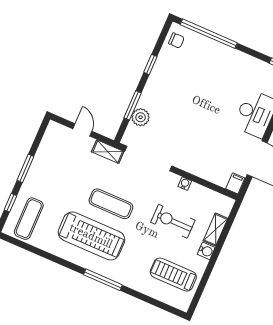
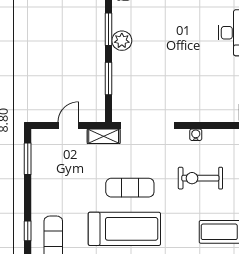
window: (150, 64) -> (109, 29), width x1.50
plant: (141, 117) -> (122, 41), moved
door: (82, 130) -> (68, 125), hinge flipped
window: (25, 168) -> (28, 159), moved

